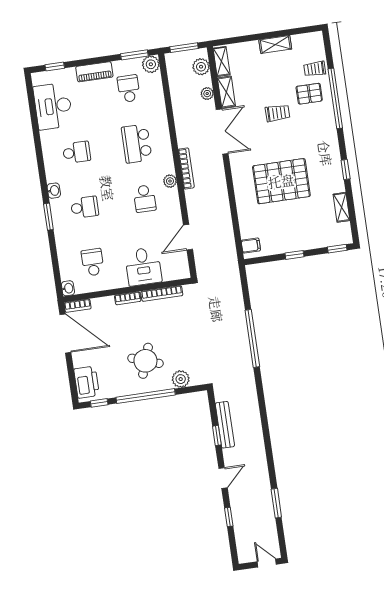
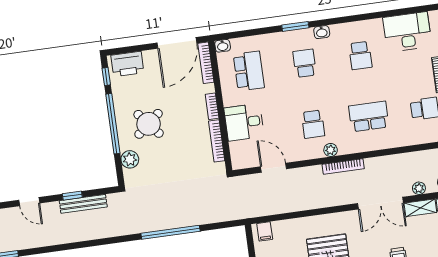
school desk: (145, 199) -> (313, 124), turned -90
school desk: (85, 207) -> (305, 63), turned 180
school desk: (93, 262) -> (249, 71), width x1.85
bookcase: (78, 306) -> (206, 63), width x1.56
round table: (145, 361) -> (149, 124), turned 31

